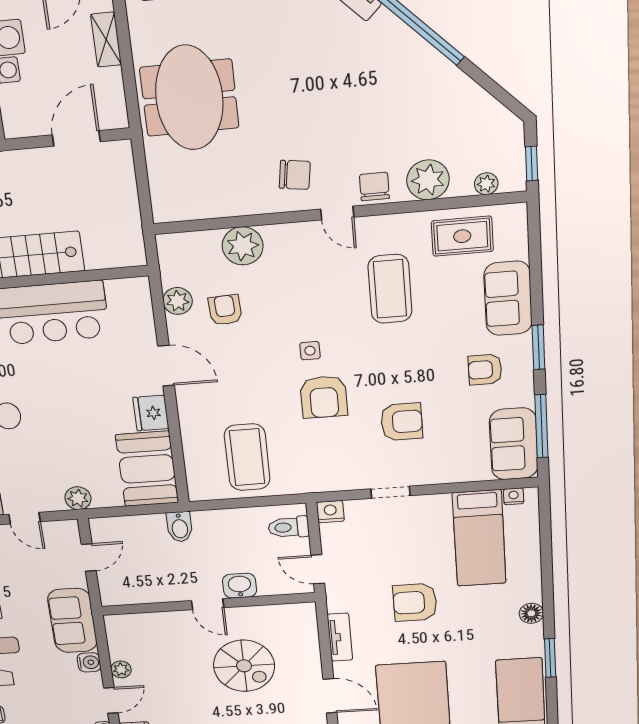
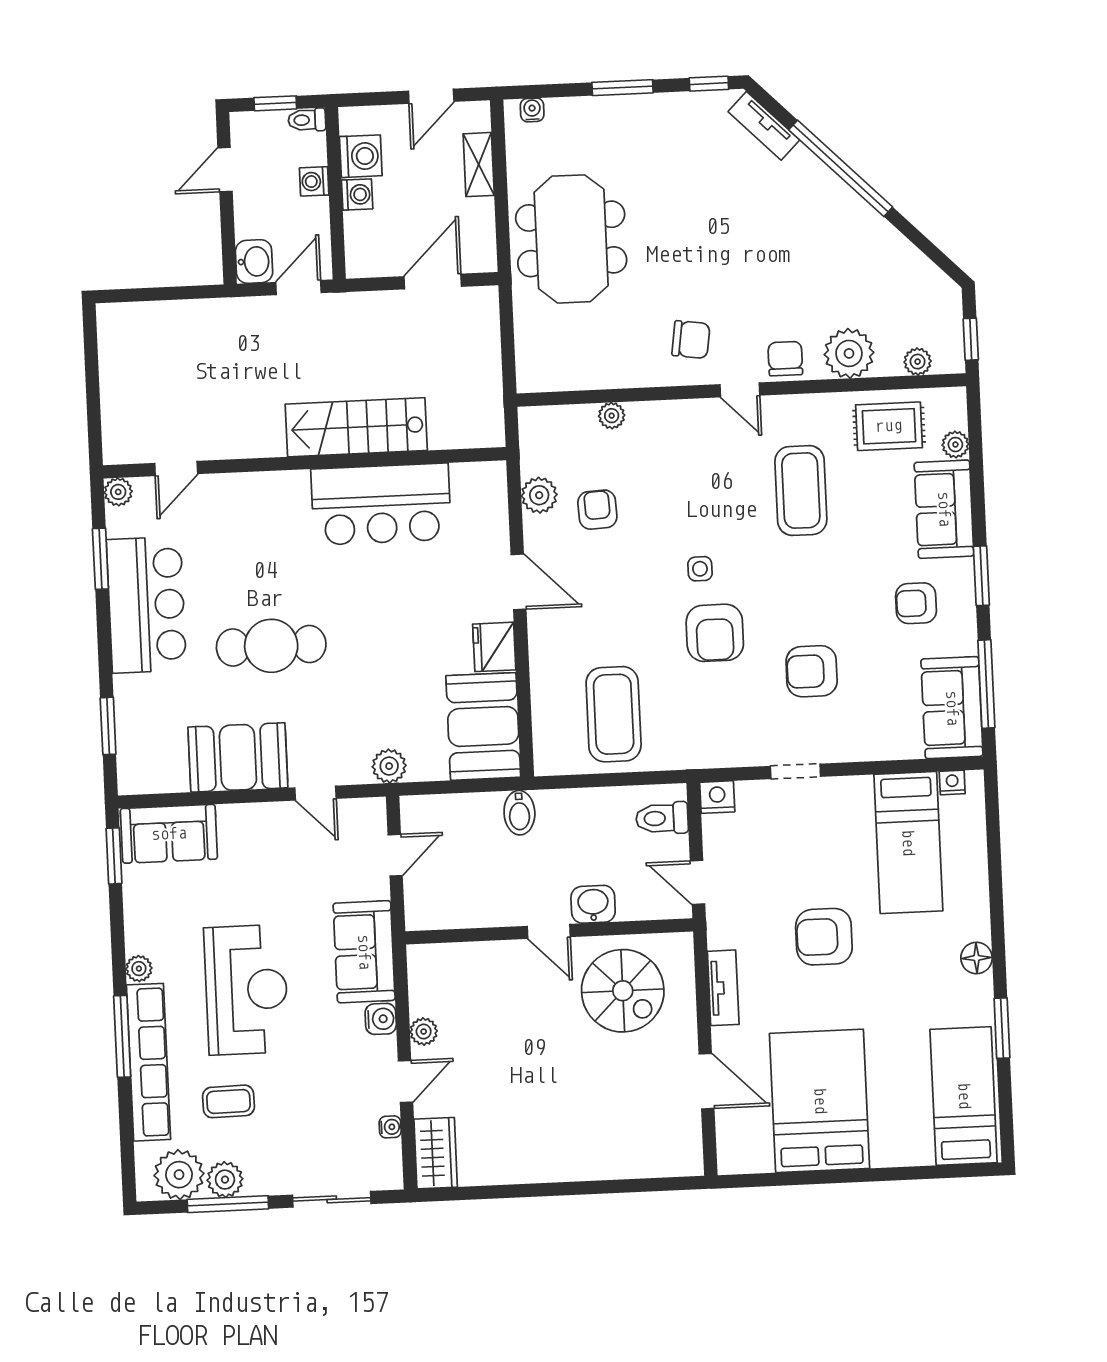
plant: (243, 246) -> (612, 416), width x0.53, depth x0.53
plant: (518, 248) -> (955, 445), added
armchair: (402, 422) -> (812, 671), turned 180
spiral stairs: (244, 666) -> (623, 991), moved

